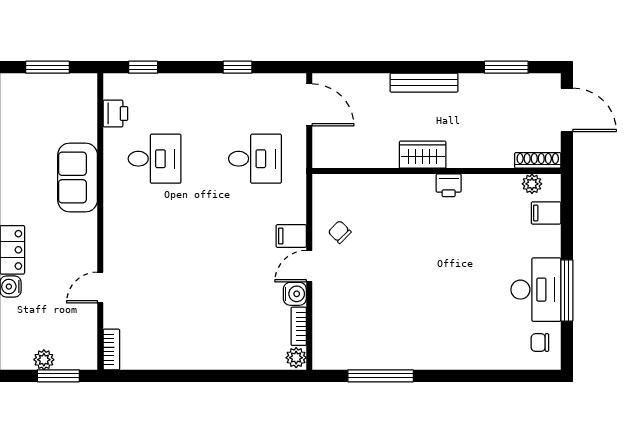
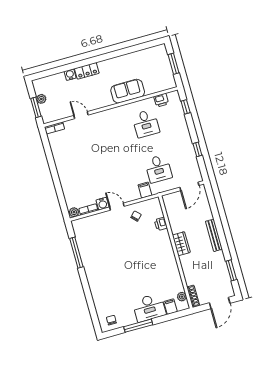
printer: (449, 185) -> (161, 224), moved
filing cabinet: (291, 236) -> (145, 190), moved
desk: (536, 290) -> (149, 308), moved

